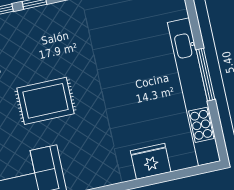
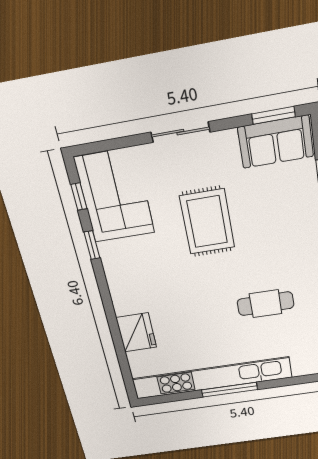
cafe table: (117, 47) -> (265, 304), added

